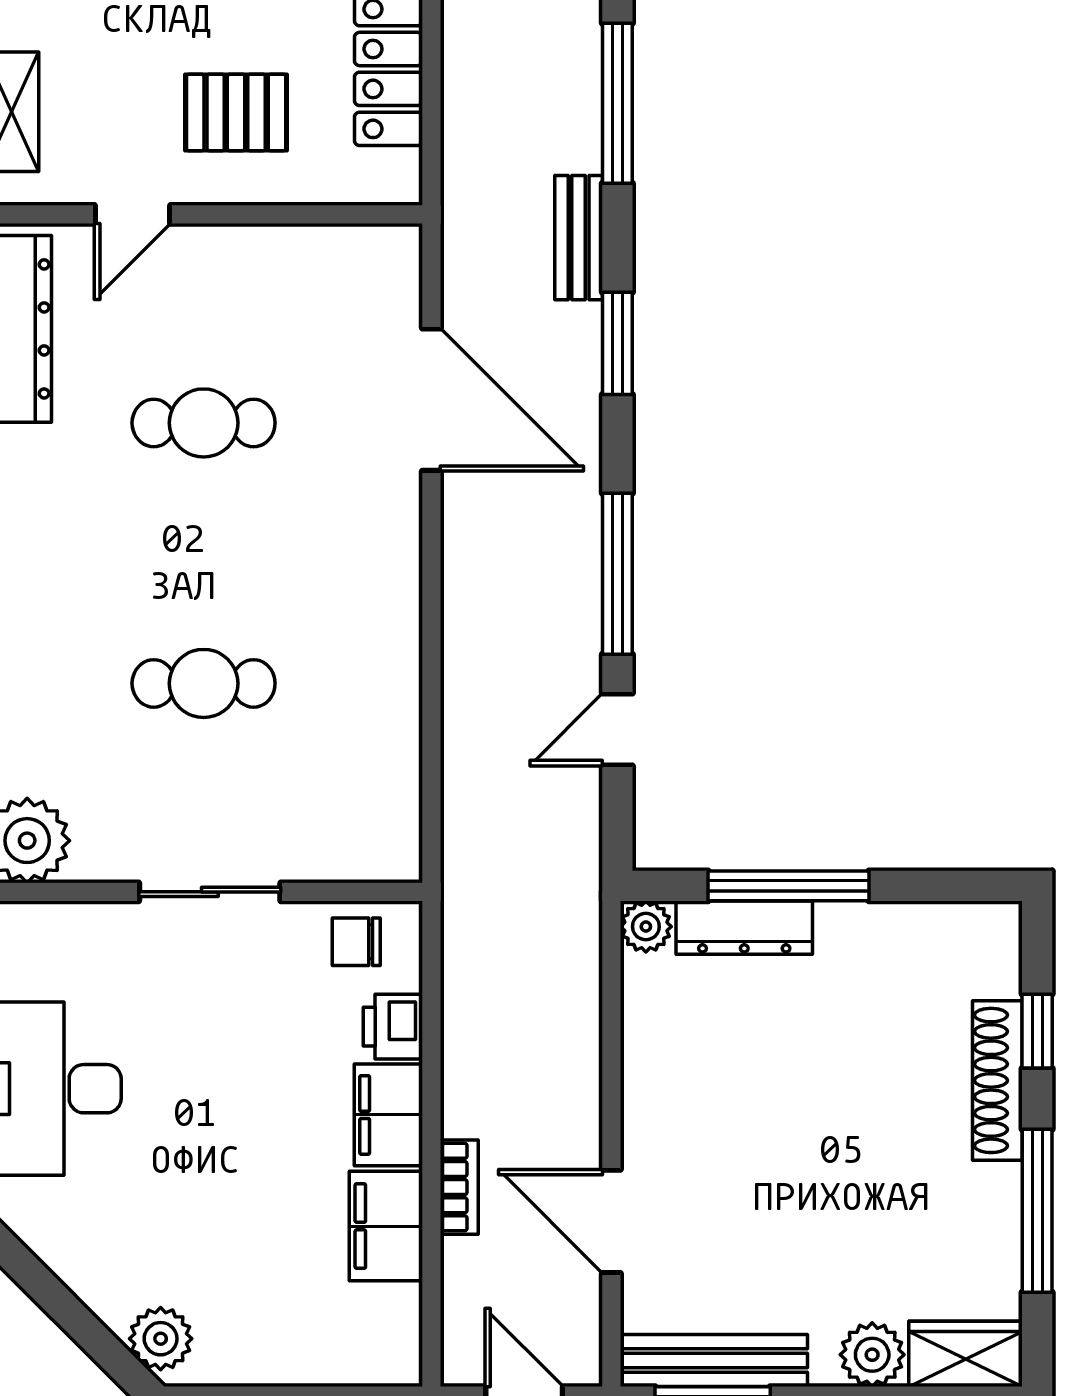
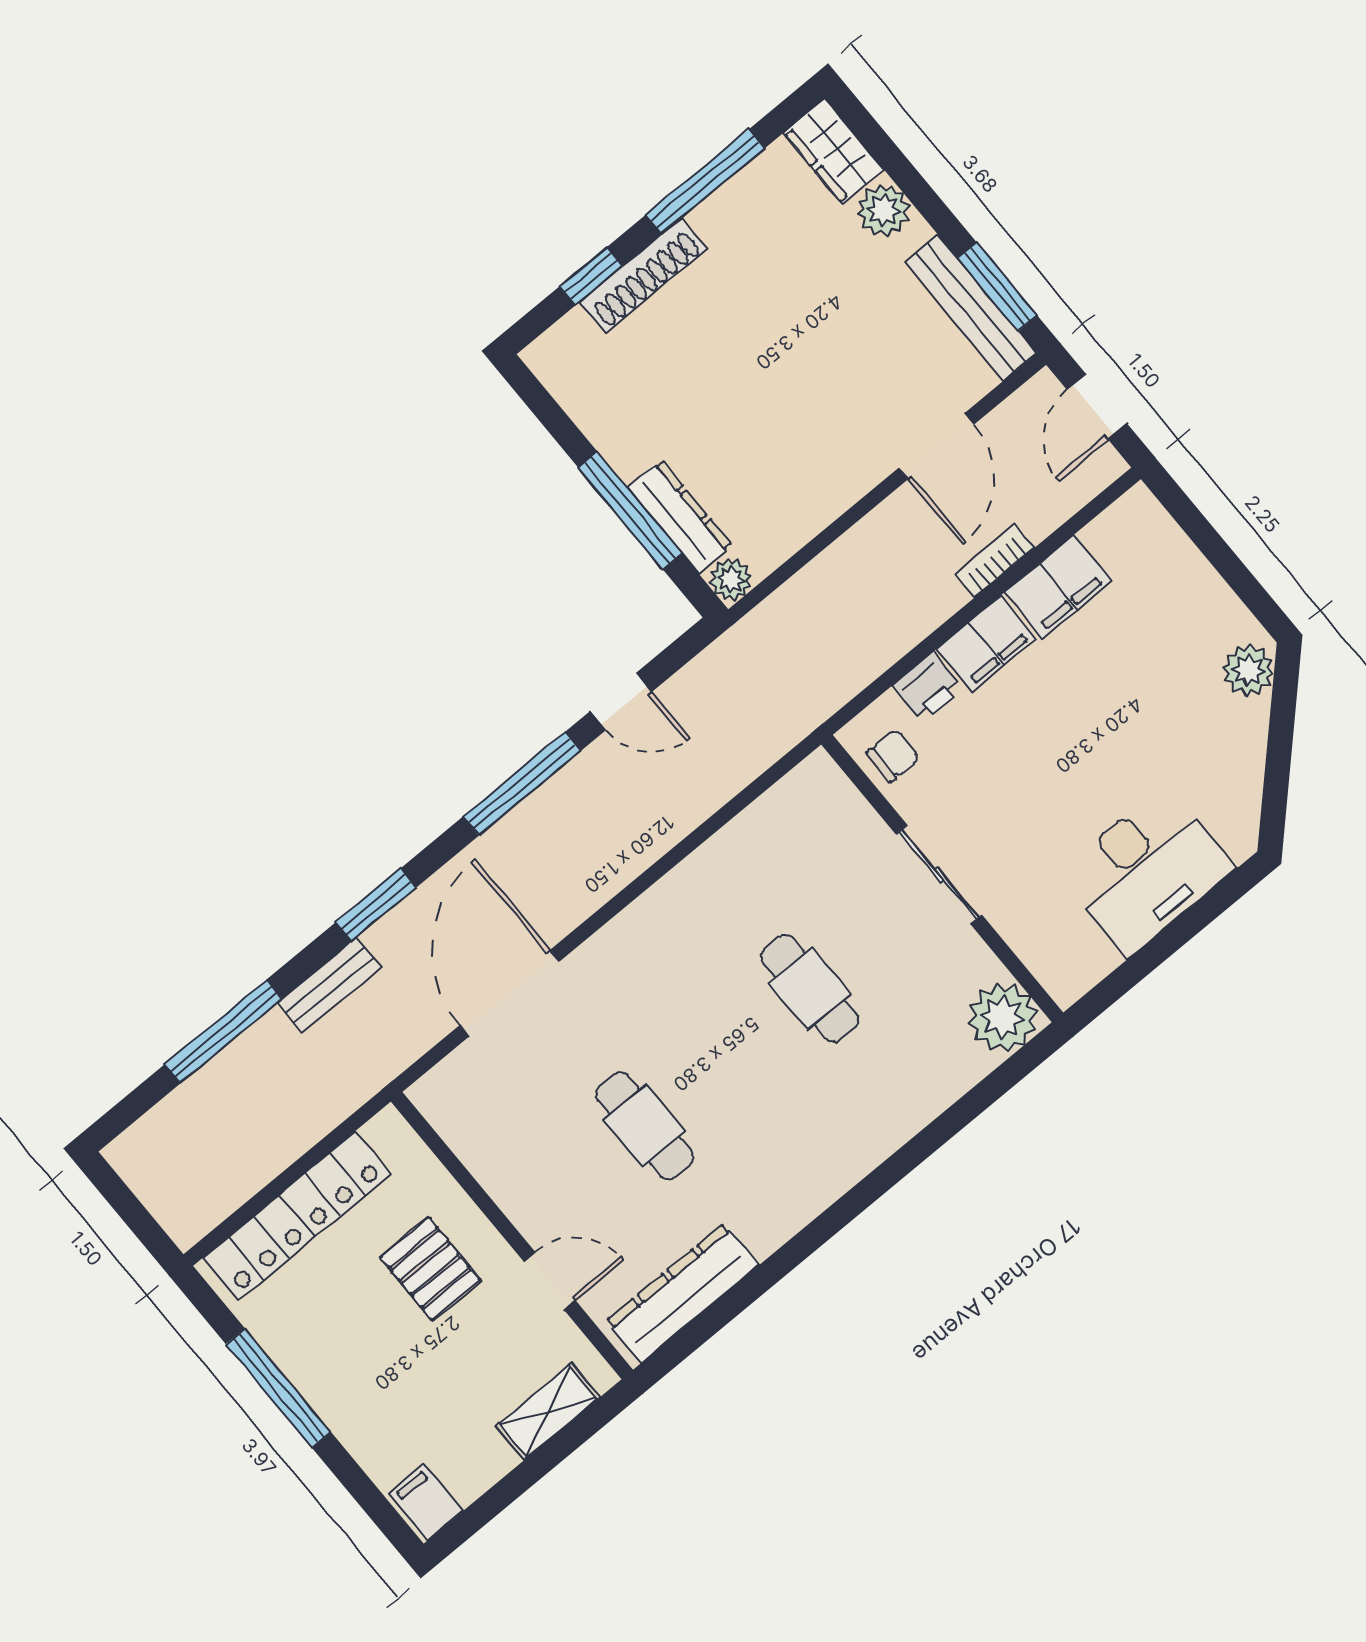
chair: (356, 942) -> (893, 755), turned -90

